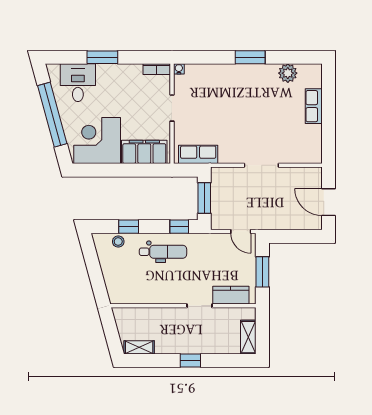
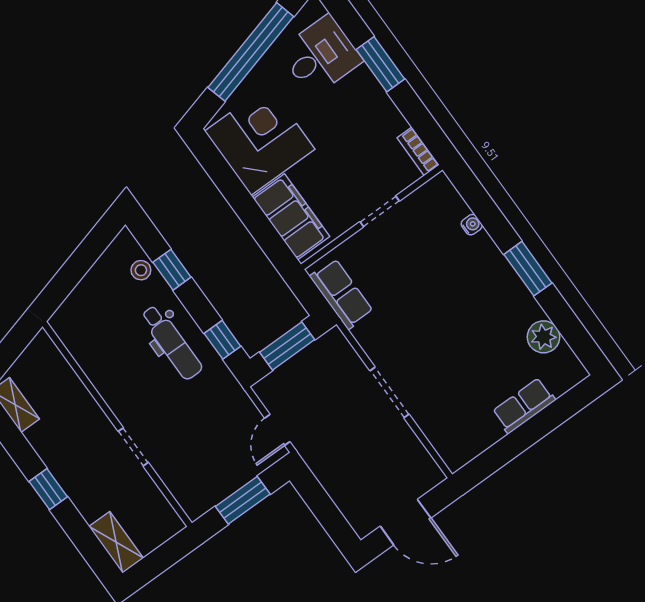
water cooler: (179, 69) -> (472, 225), moved
door: (328, 202) -> (406, 522), swing flipped
kitchen counter: (231, 295) -> (179, 480), removed
shelving: (248, 337) -> (116, 542), moved, turned 90

